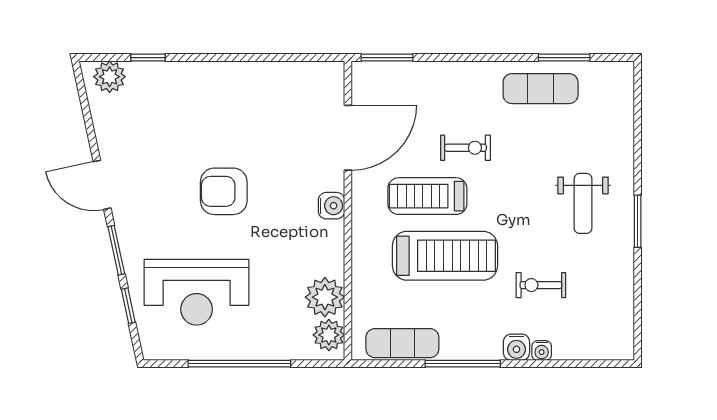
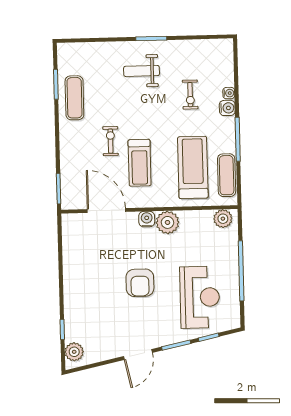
weight bench: (583, 203) -> (142, 71), turned 180
treadmill: (445, 256) -> (193, 167), moved
plant: (325, 297) -> (167, 222), moved

